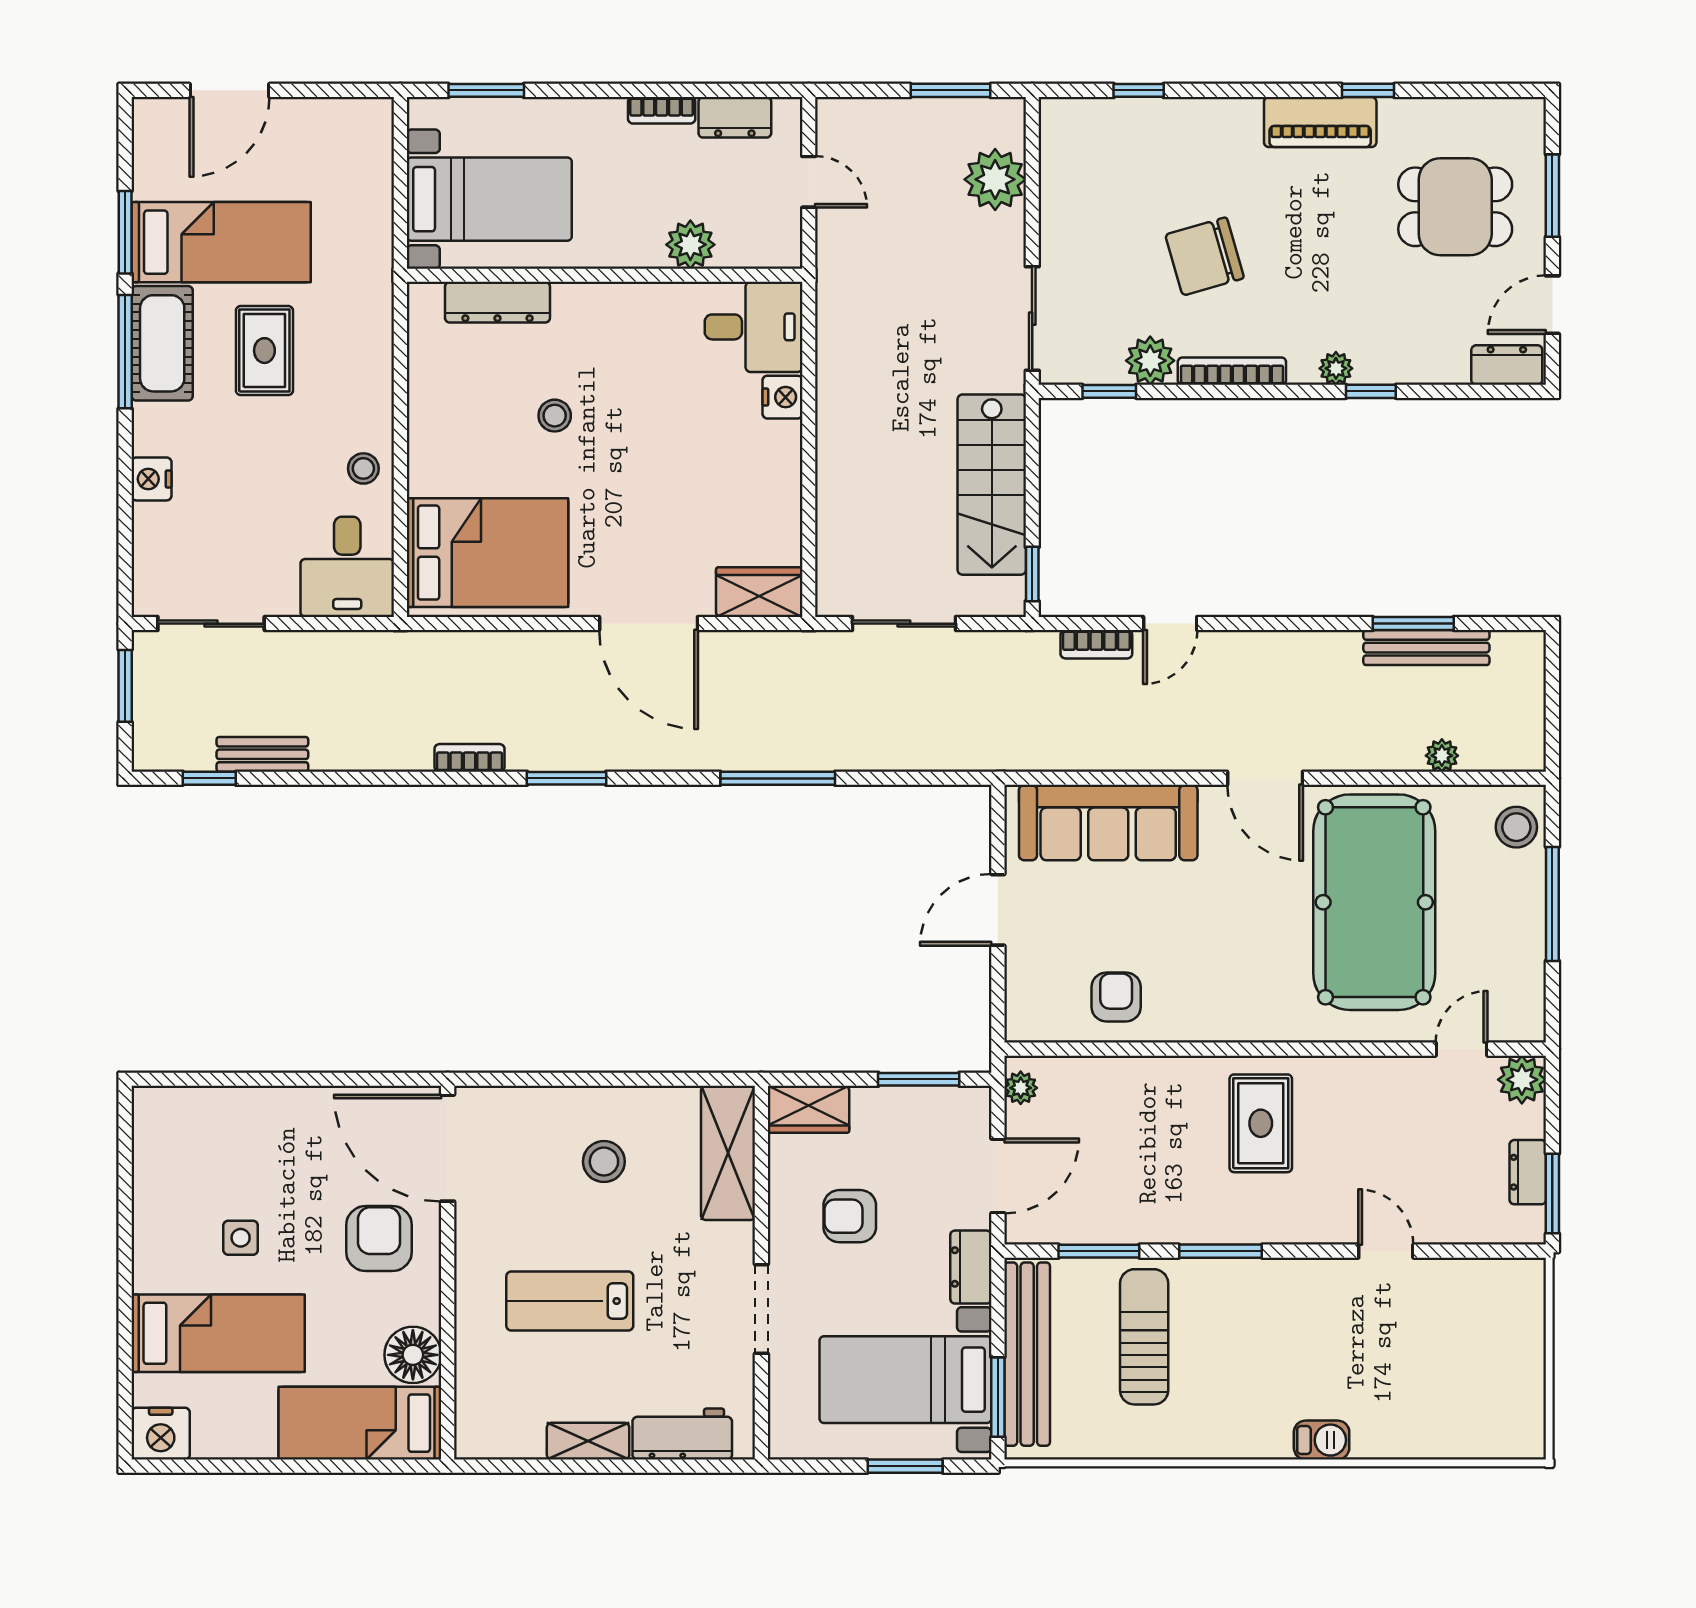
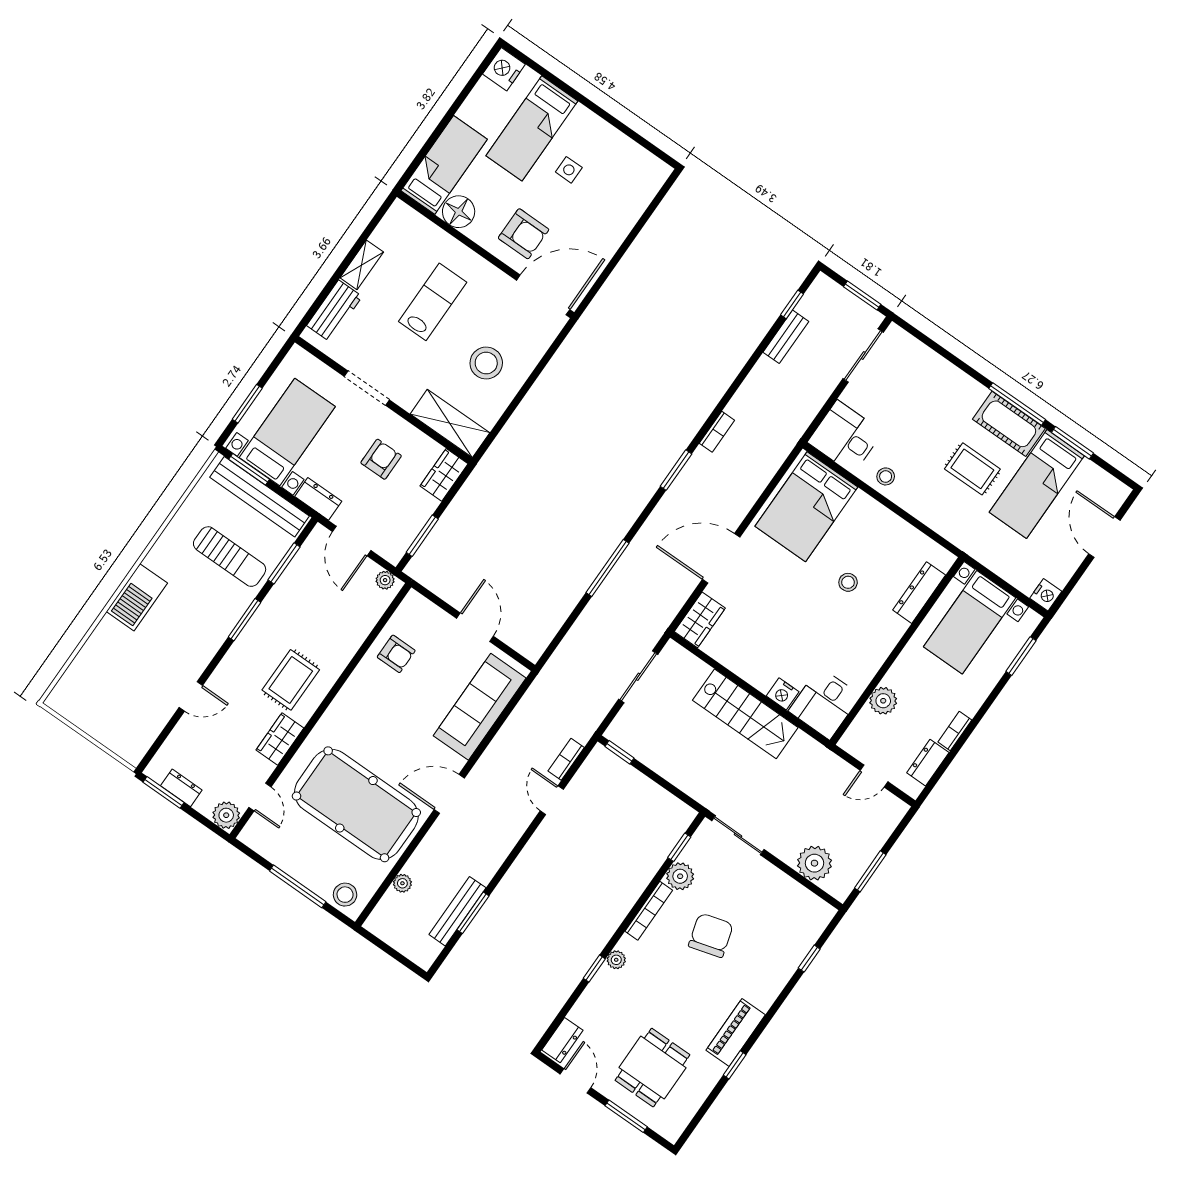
nightstand: (151, 479) -> (1046, 595), moved, turned 90
stairs: (992, 485) -> (745, 714), moved, turned 180
wardrobe: (1357, 1079) -> (280, 739), added
rug: (1261, 1123) -> (291, 680), turned 90
stool: (604, 1162) -> (486, 363), width x1.38, depth x1.38
barbecue: (1322, 1440) -> (137, 597), width x1.88, depth x1.53

